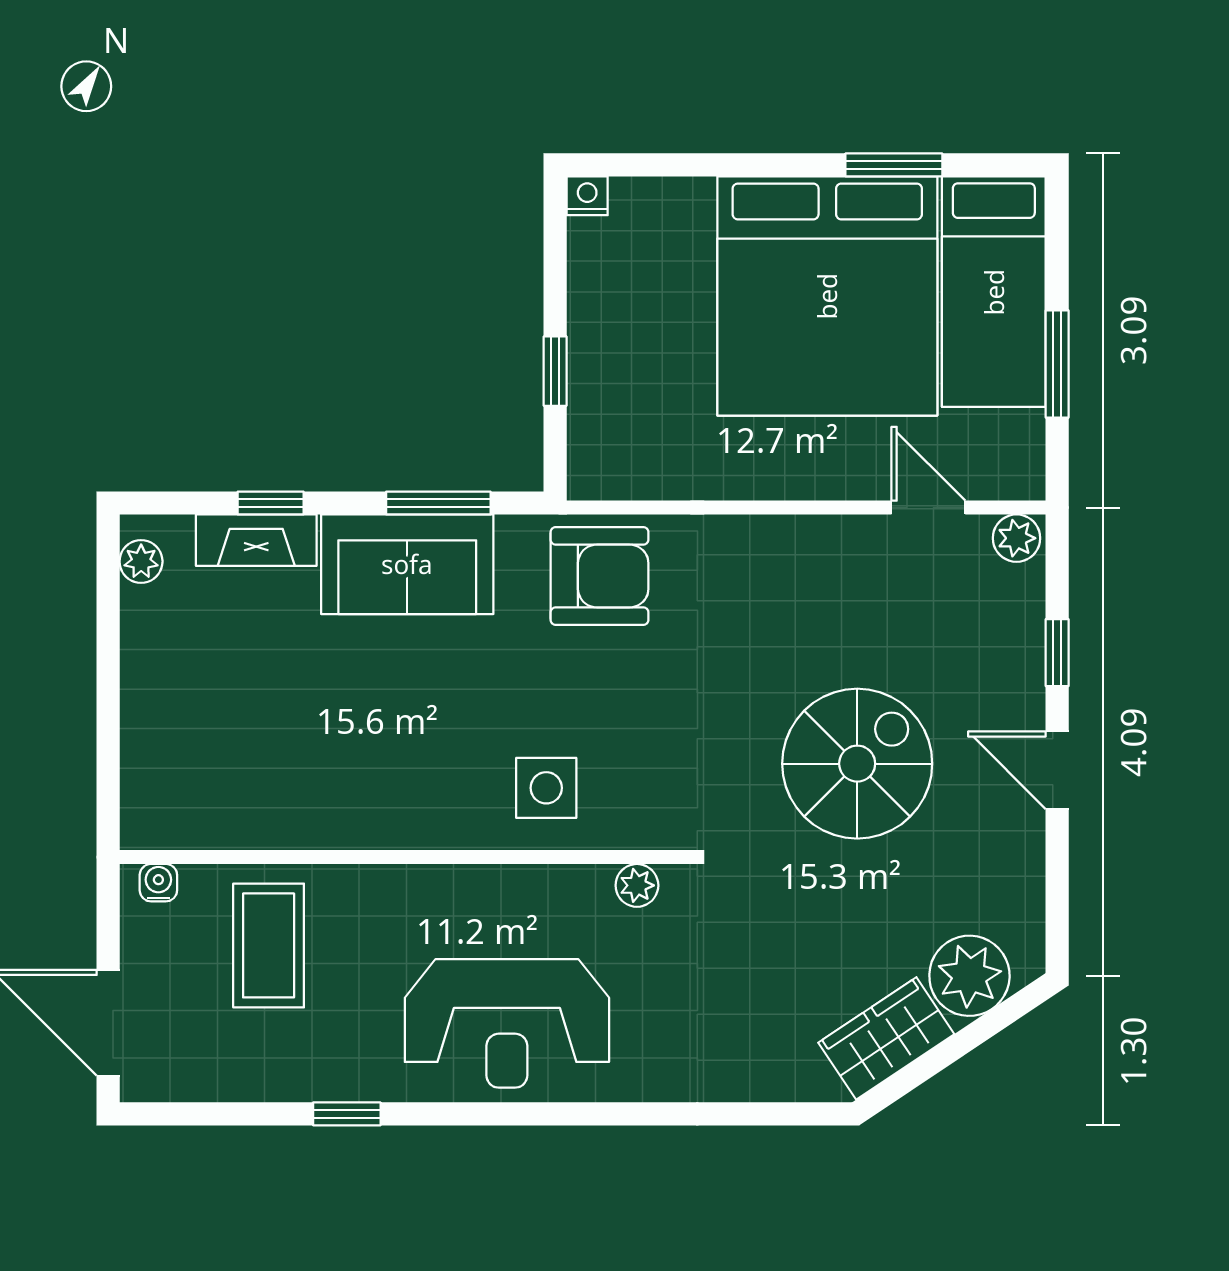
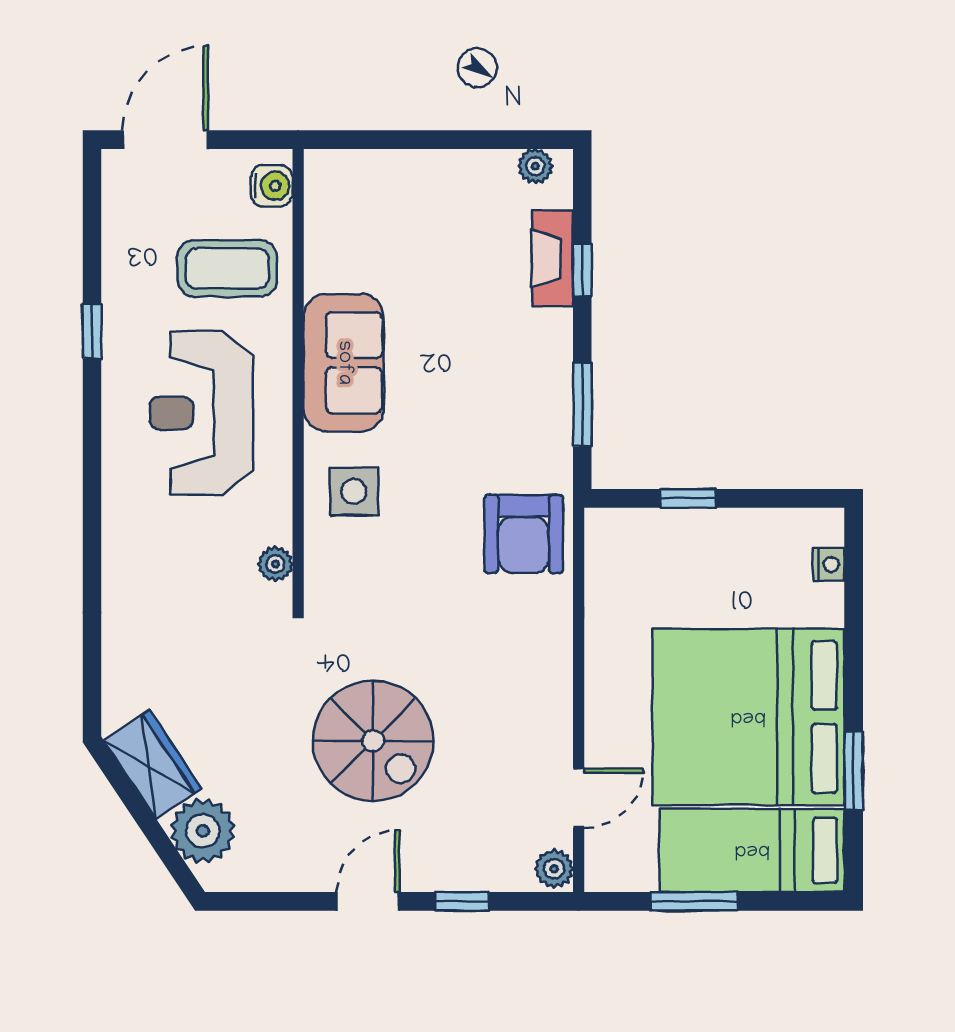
nightstand: (587, 196) -> (829, 565), moved
sofa: (407, 564) -> (344, 363), moved, turned 180
water cooler: (158, 883) -> (272, 186), width x1.38, depth x1.38
reception desk: (507, 1023) -> (201, 413), moved

